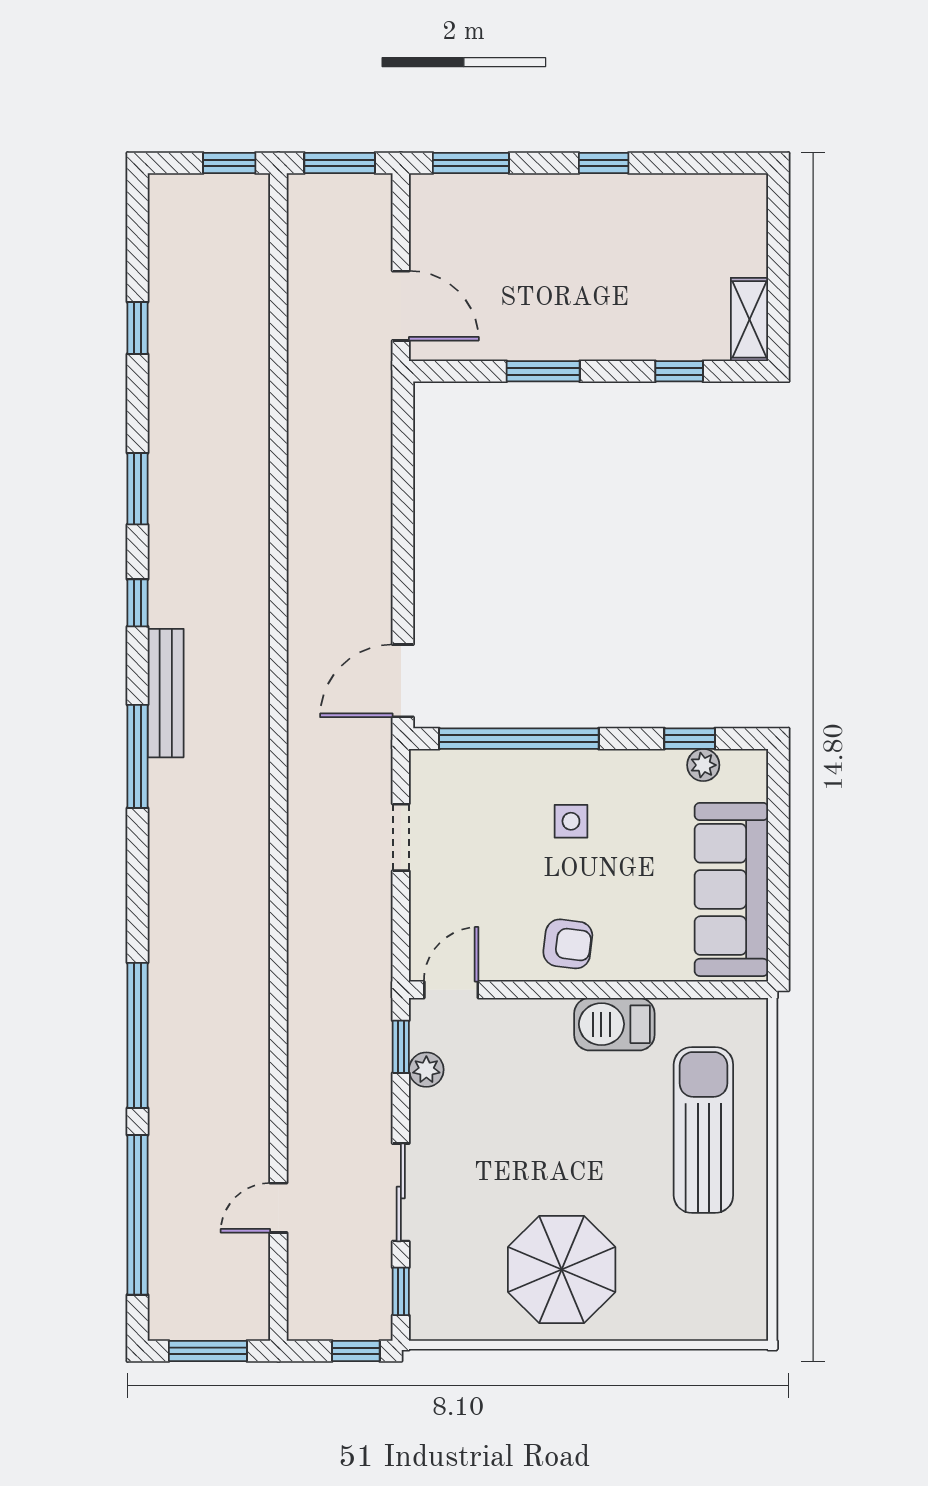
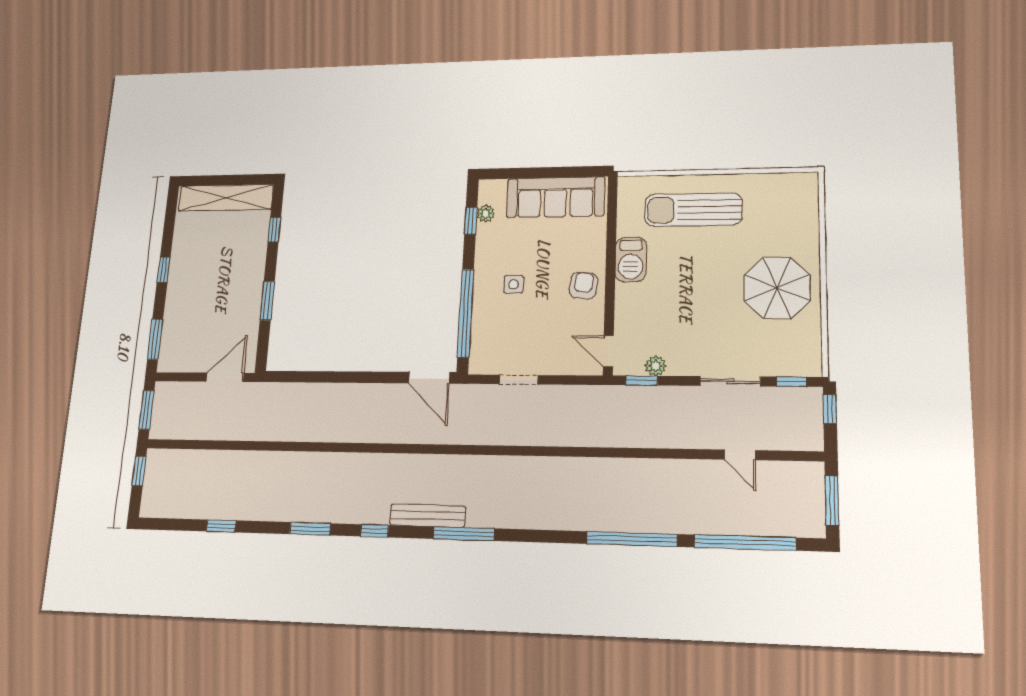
shelving: (750, 319) -> (226, 198), width x2.20, depth x1.33

